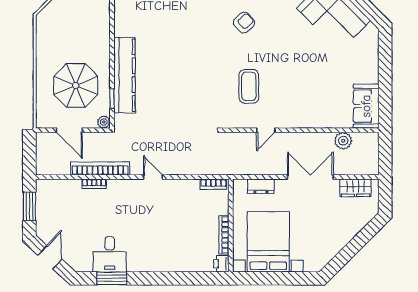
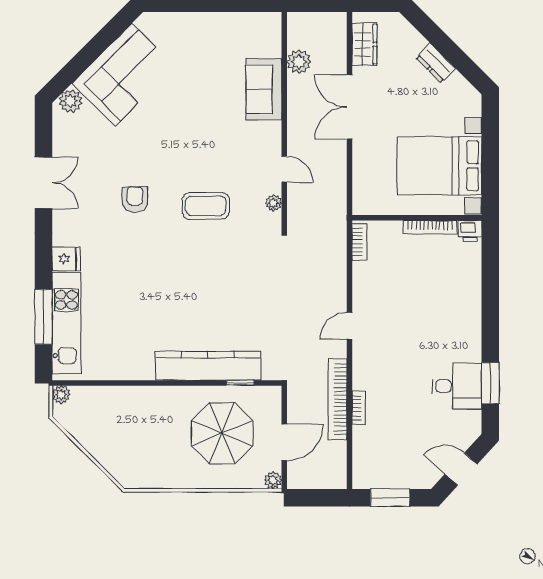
armchair: (244, 23) -> (135, 199), turned 43
coffee table: (249, 86) -> (206, 206), moved
sofa: (366, 106) -> (264, 89), moved, turned 90
plant: (104, 122) -> (273, 480), moved
plant: (241, 122) -> (273, 203), added
dresser: (261, 186) -> (436, 63), moved, turned 135

